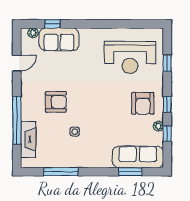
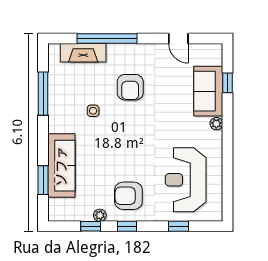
plant: (33, 33) -> (216, 124), moved
sofa: (138, 157) -> (61, 166), moved

